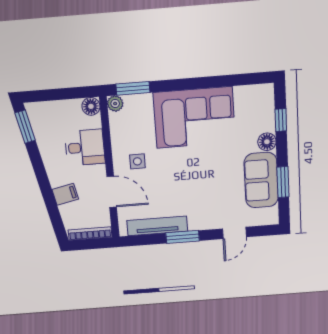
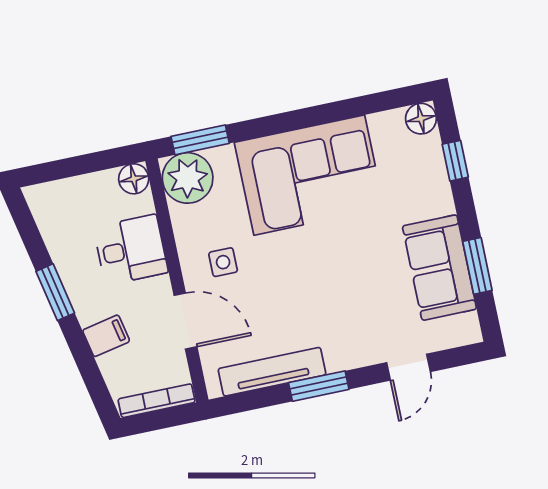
plant: (115, 104) -> (188, 178), width x1.87, depth x1.87
window: (25, 127) -> (55, 292), moved
floor lamp: (267, 142) -> (421, 119), moved

